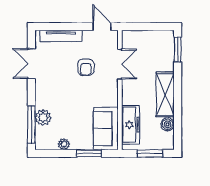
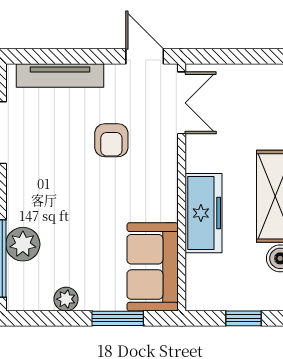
double door: (120, 64) -> (182, 103), moved
freezer: (130, 125) -> (204, 213), moved
window: (150, 153) -> (243, 318), width x0.67

